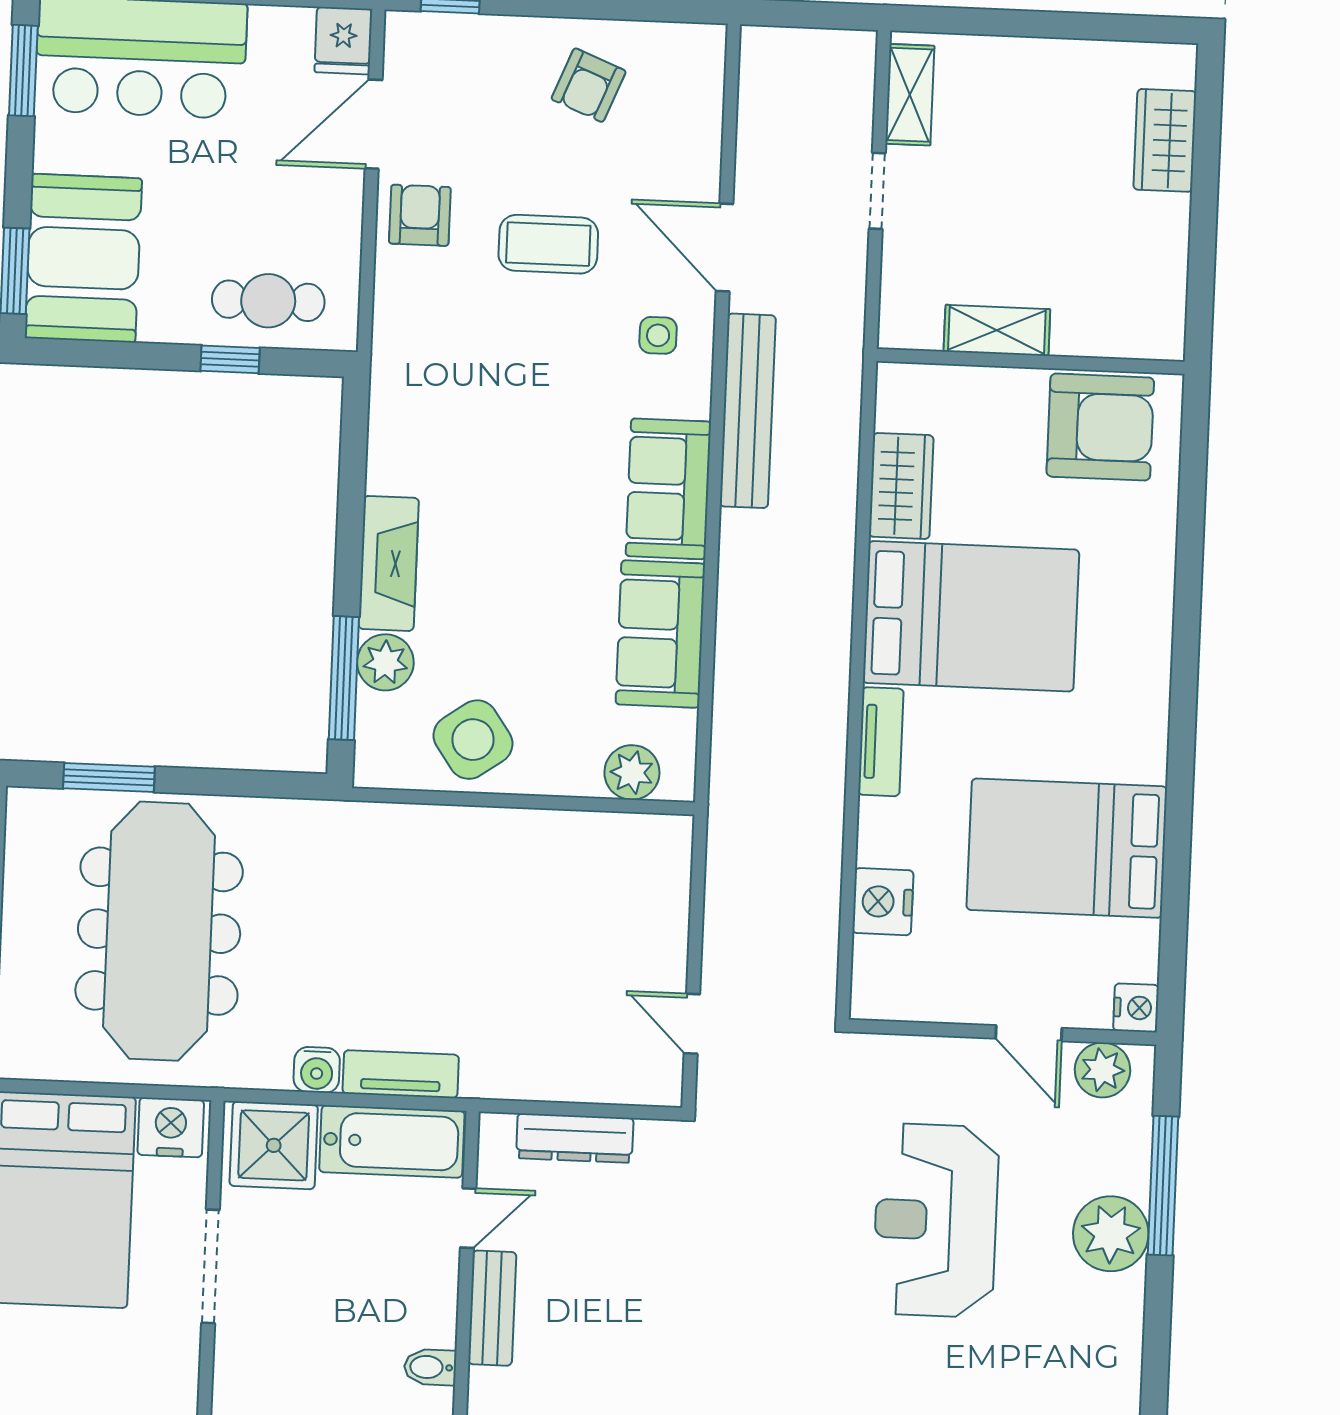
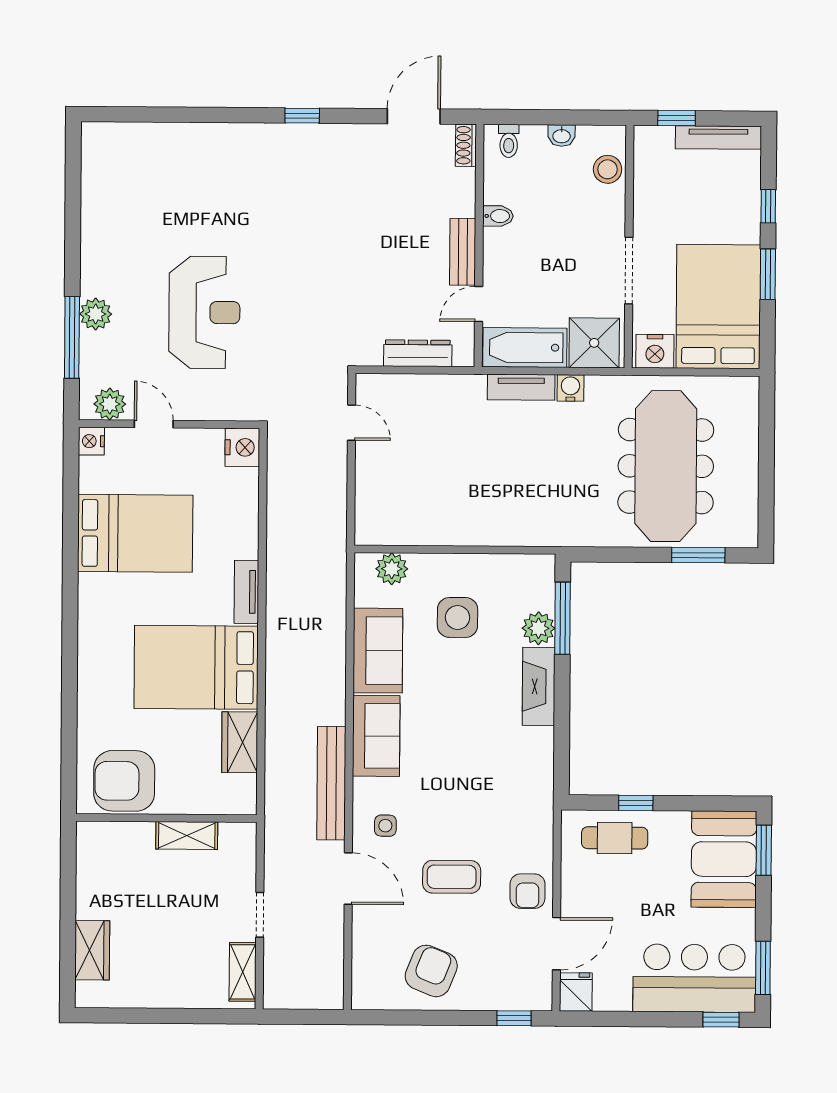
armchair: (589, 85) -> (431, 971), width x1.38, depth x1.38
side table: (473, 740) -> (458, 617), moved, turned 35
nightstand: (883, 902) -> (242, 447), moved
plant: (1111, 1234) -> (96, 314), width x0.73, depth x0.73

